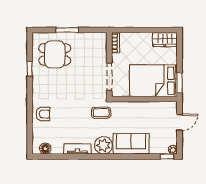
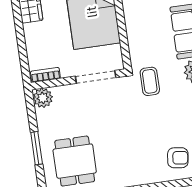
plant: (100, 39) -> (43, 98), added
armchair: (43, 114) -> (178, 158), moved, turned 98

